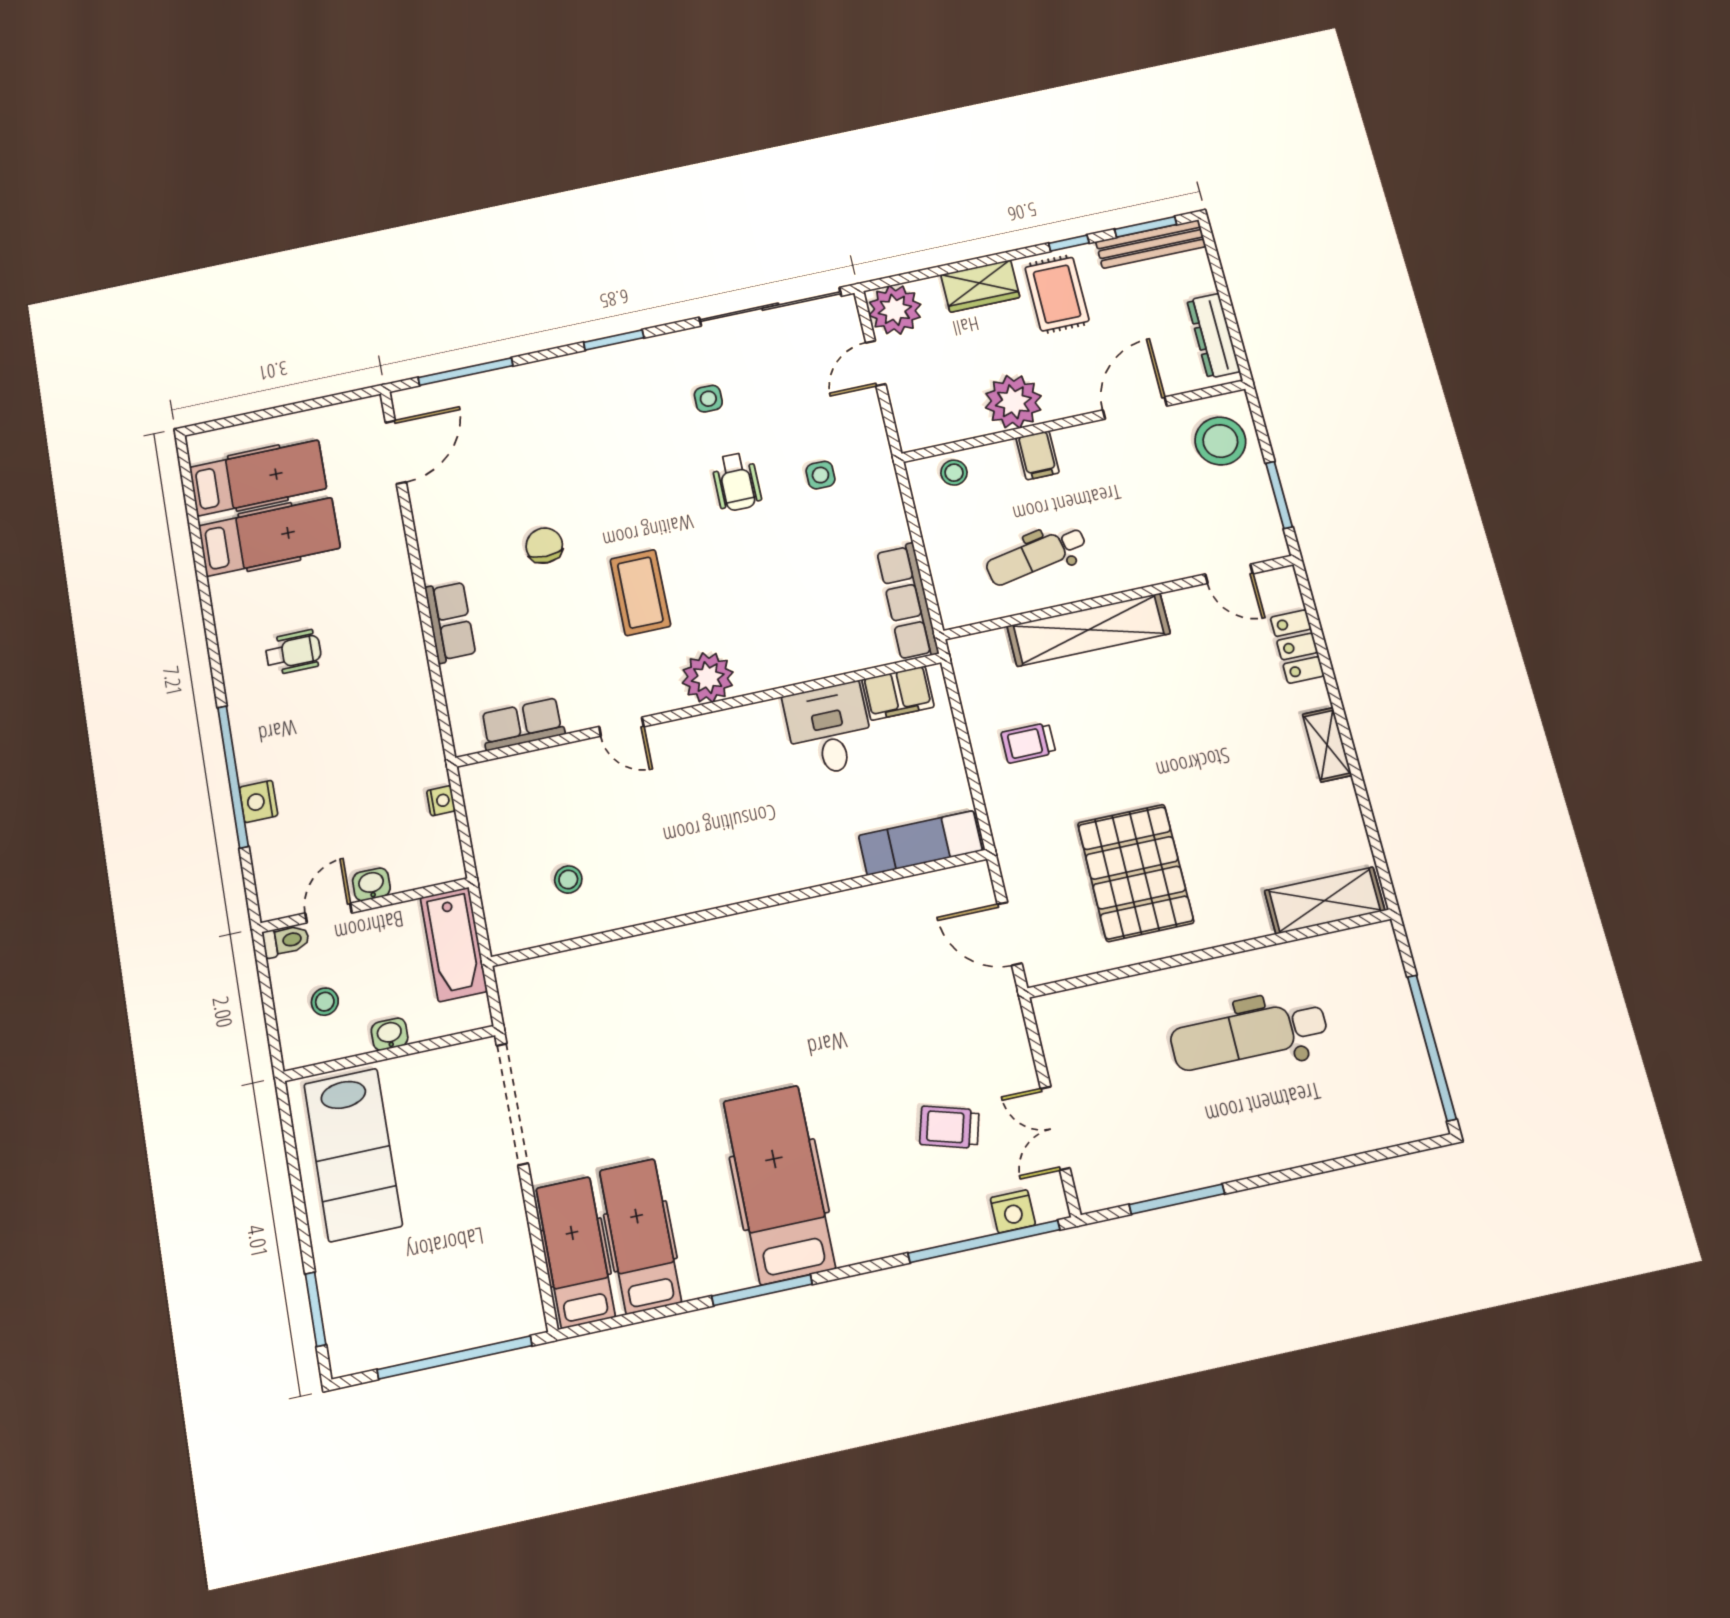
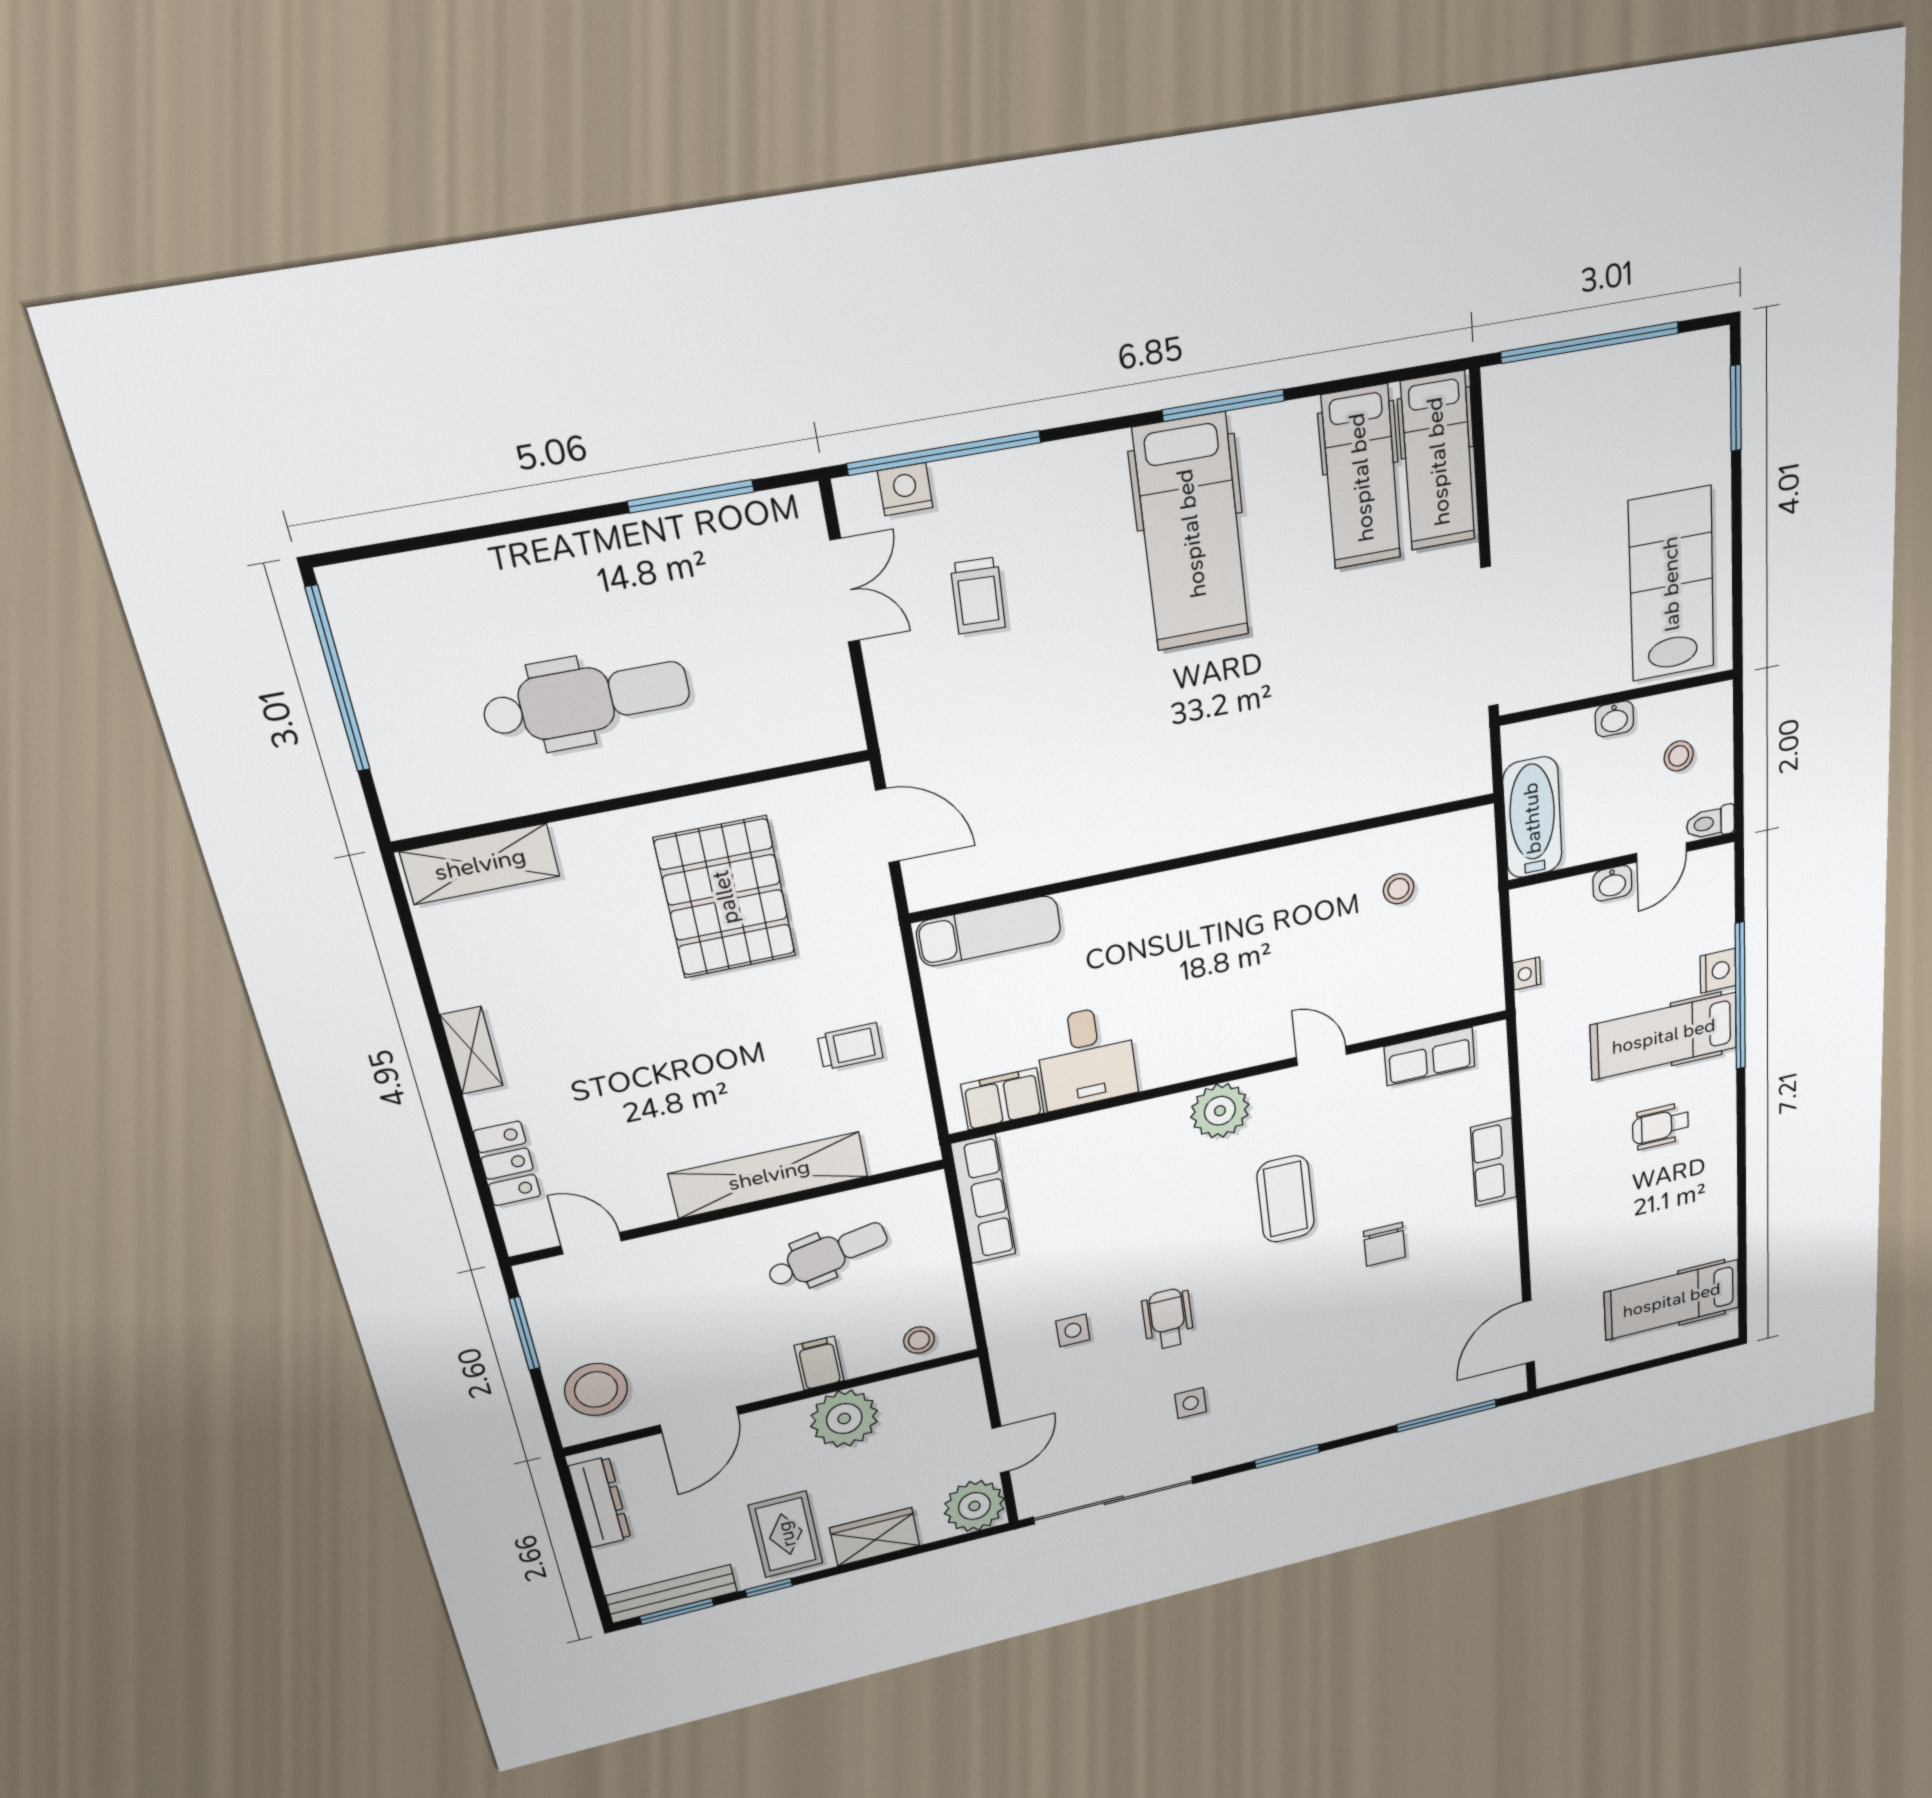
hospital bed: (269, 537) -> (1664, 1036), moved
trolley: (949, 1127) -> (978, 596), turned 76

